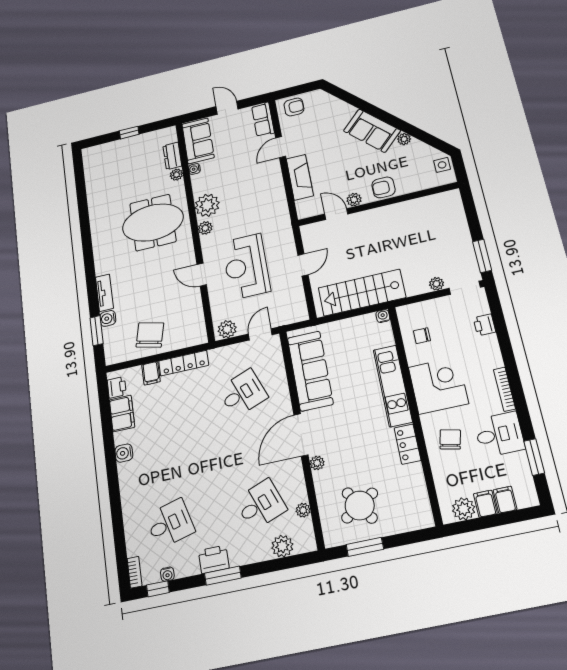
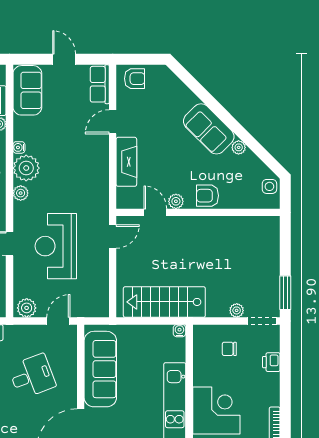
water cooler: (194, 169) -> (19, 147), moved
door: (303, 265) -> (113, 236), moved
chair: (422, 336) -> (229, 349), moved

